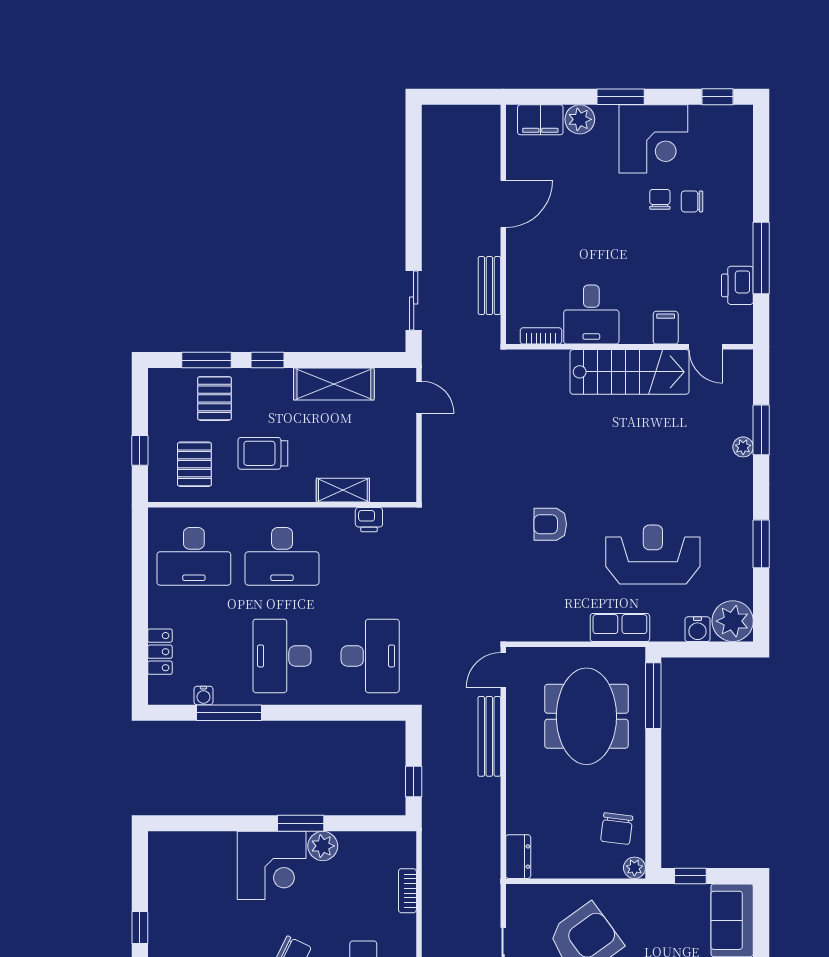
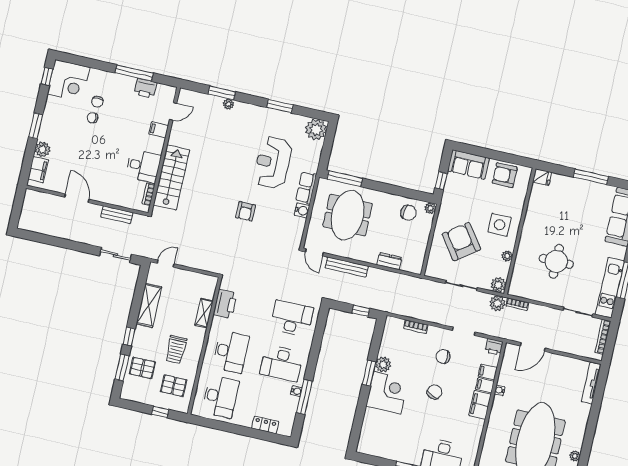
corner desk: (653, 139) -> (69, 81), moved, turned 90
stairs: (630, 372) -> (171, 177), moved
printer: (369, 520) -> (225, 304), width x1.87, depth x1.48
water cooler: (698, 629) -> (302, 210), moved
water cooler: (203, 695) -> (296, 391), moved
meeting table: (586, 716) -> (348, 215), turned 90
dresser: (518, 857) -> (389, 261), moved

